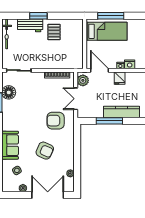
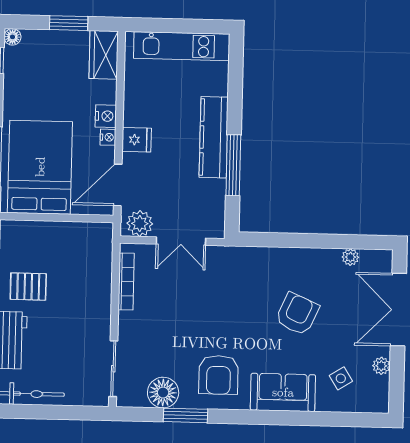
bed: (106, 31) -> (40, 167), width x1.50
armchair: (56, 121) -> (218, 375), moved

